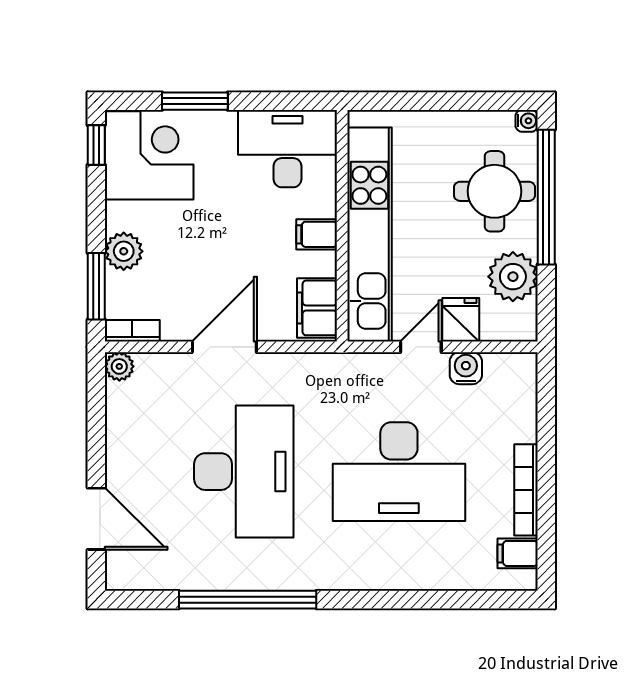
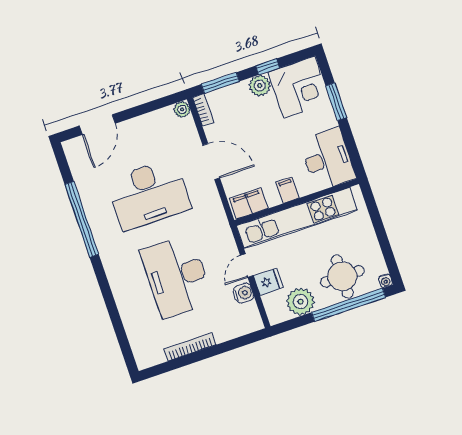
window: (96, 145) -> (267, 67), moved
plant: (124, 251) -> (260, 86), moved
door: (421, 347) -> (247, 265), swing flipped
filing cabinet: (518, 553) -> (155, 354), removed

